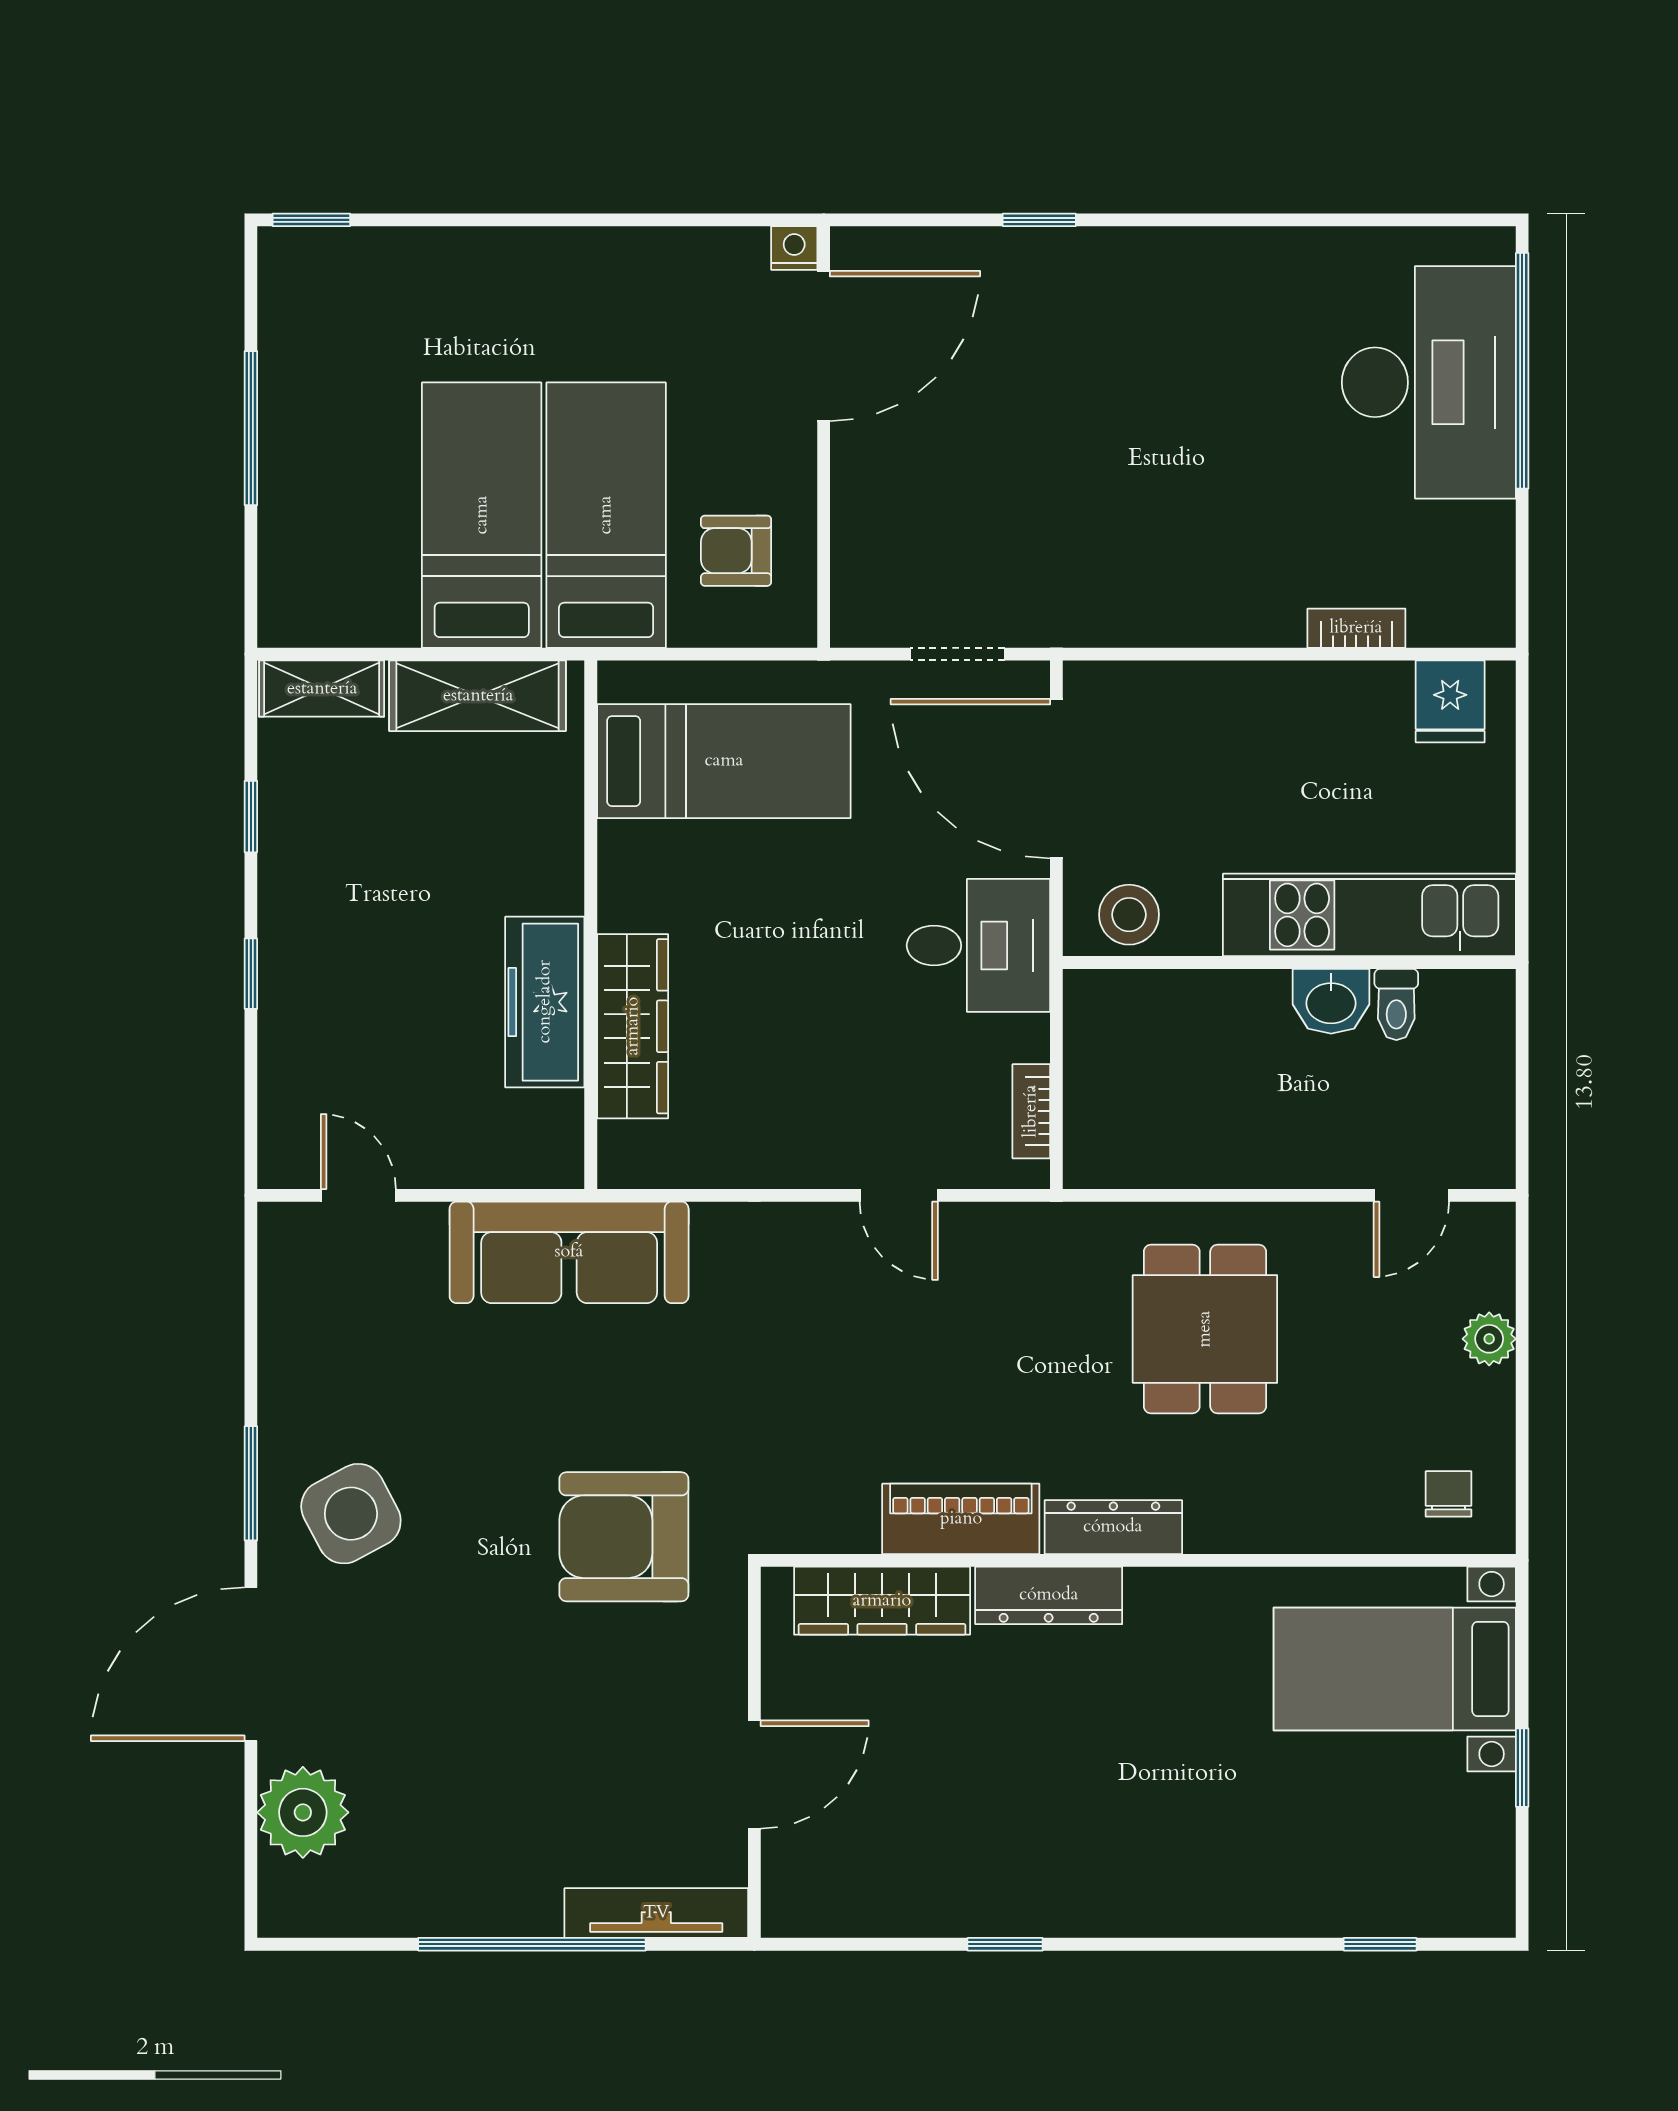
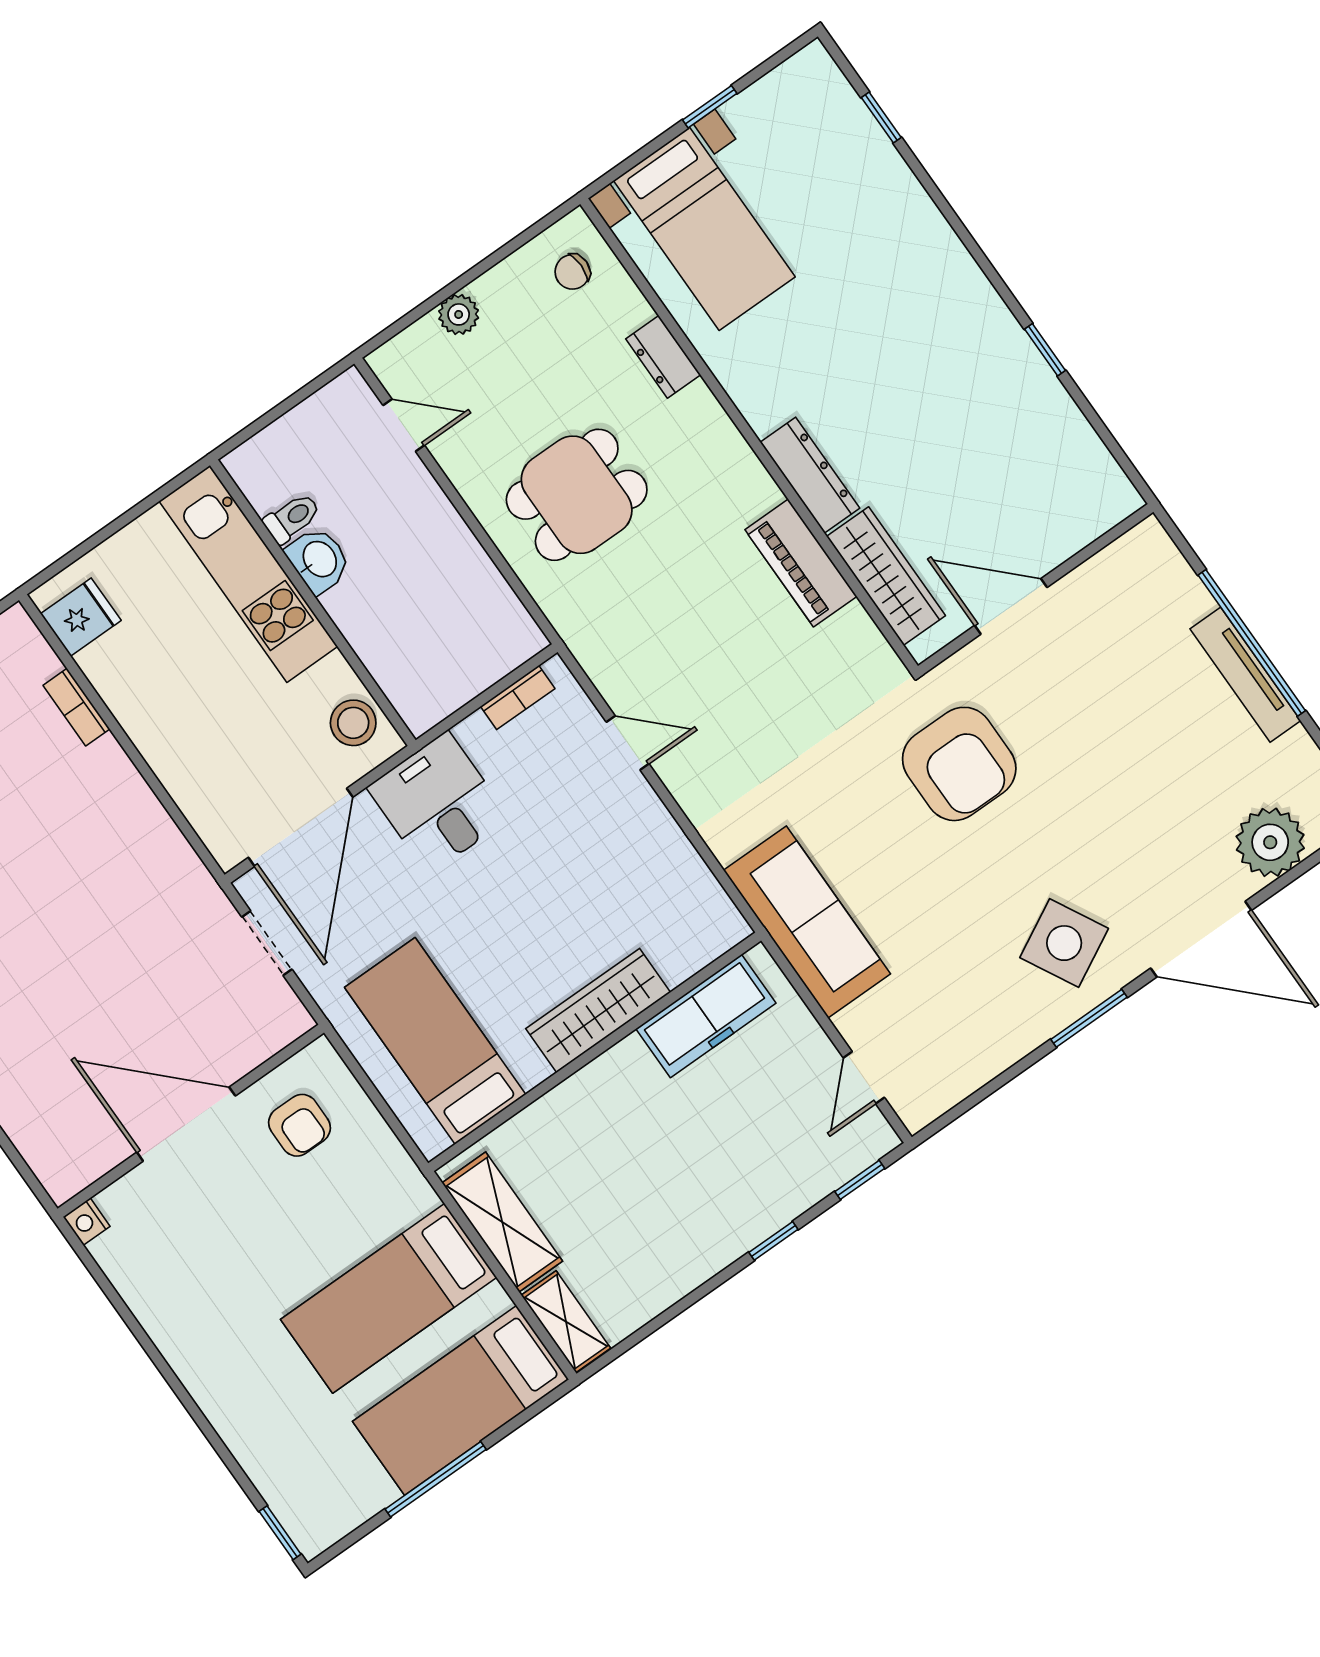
door: (824, 346) -> (186, 1124), moved
bed: (606, 515) -> (461, 1400), moved
window: (251, 817) -> (860, 1180), moved
freezer: (545, 1002) -> (706, 1016), moved
wardrobe: (633, 1026) -> (598, 1010), moved
door: (899, 1195) -> (628, 743), hinge flipped
dresser: (1113, 1527) -> (663, 357), moved, width x0.70
door: (754, 1775) -> (1011, 606), moved
tv unit: (656, 1913) -> (1245, 675), moved

